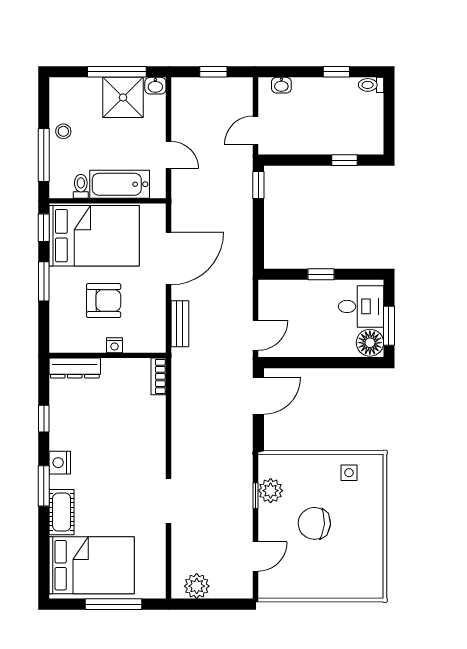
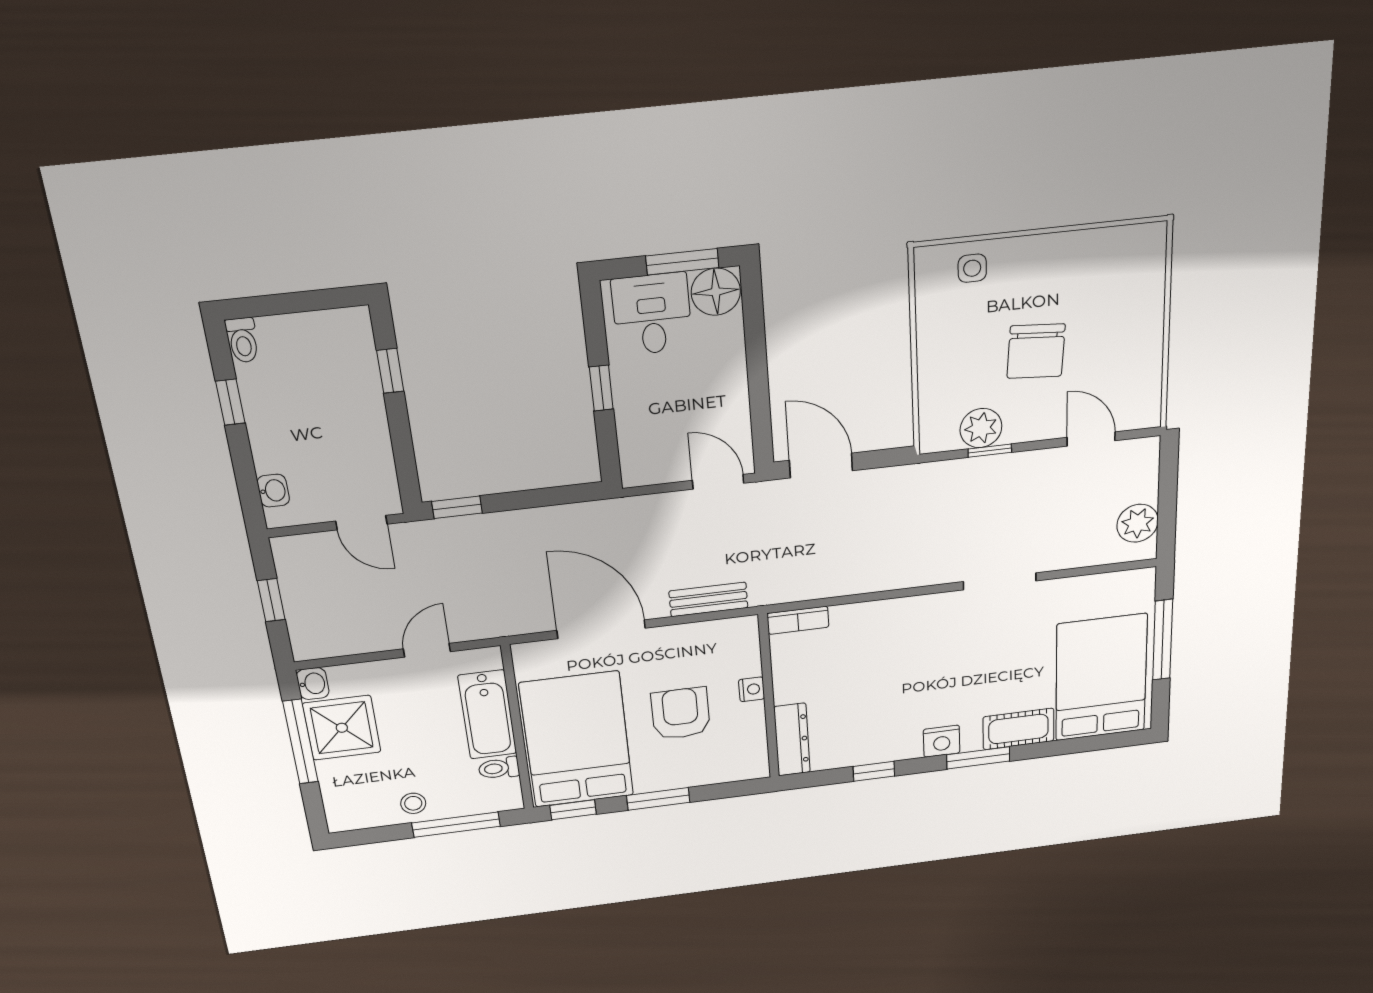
side table: (349, 473) -> (972, 268), moved

